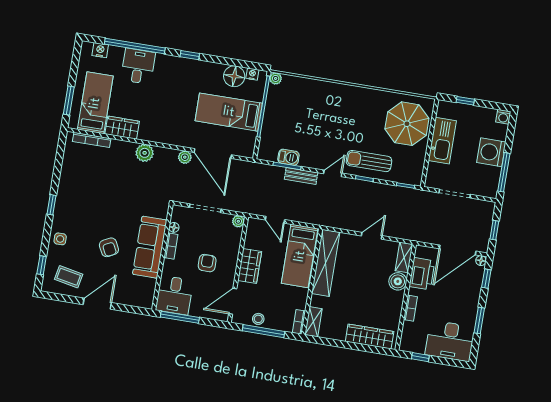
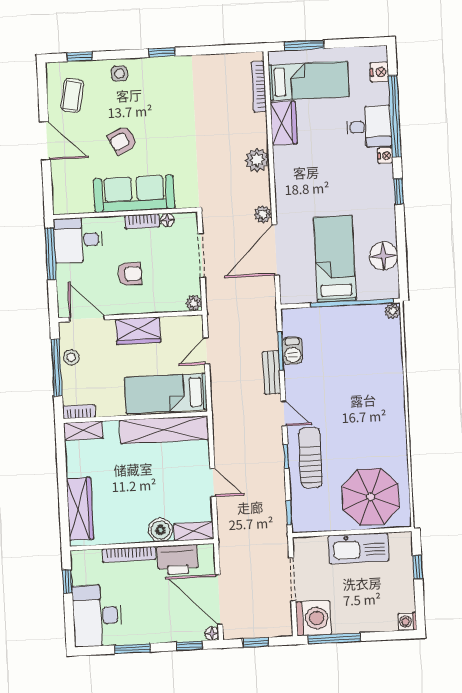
nightstand: (252, 74) -> (385, 156), moved
washing machine: (491, 152) -> (313, 618), moved, turned 90
bookcase: (410, 308) -> (129, 554), width x1.56

